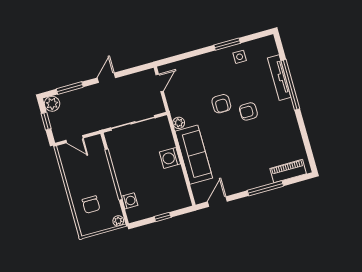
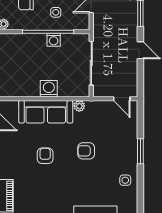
window: (227, 44) -> (140, 151), moved
armchair: (248, 111) -> (45, 156), moved
side table: (92, 172) -> (56, 12), added
washing machine: (130, 201) -> (54, 40), moved

